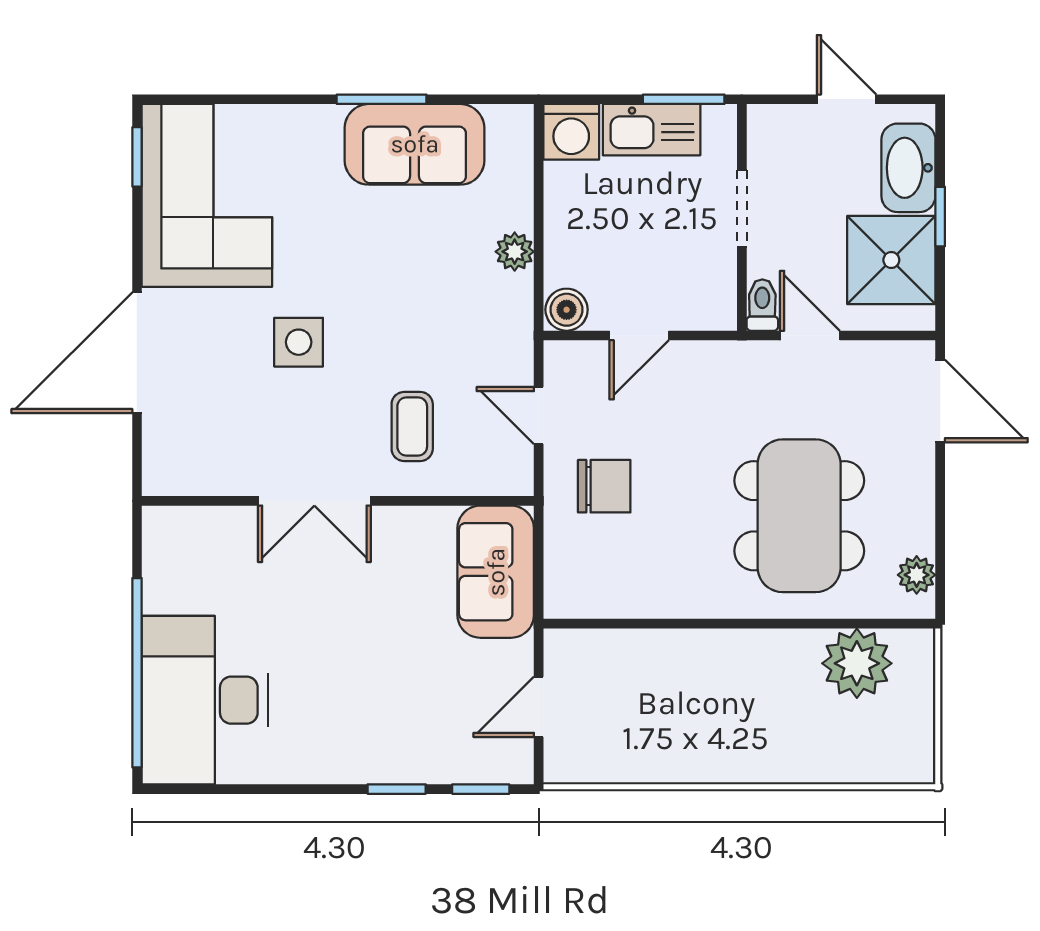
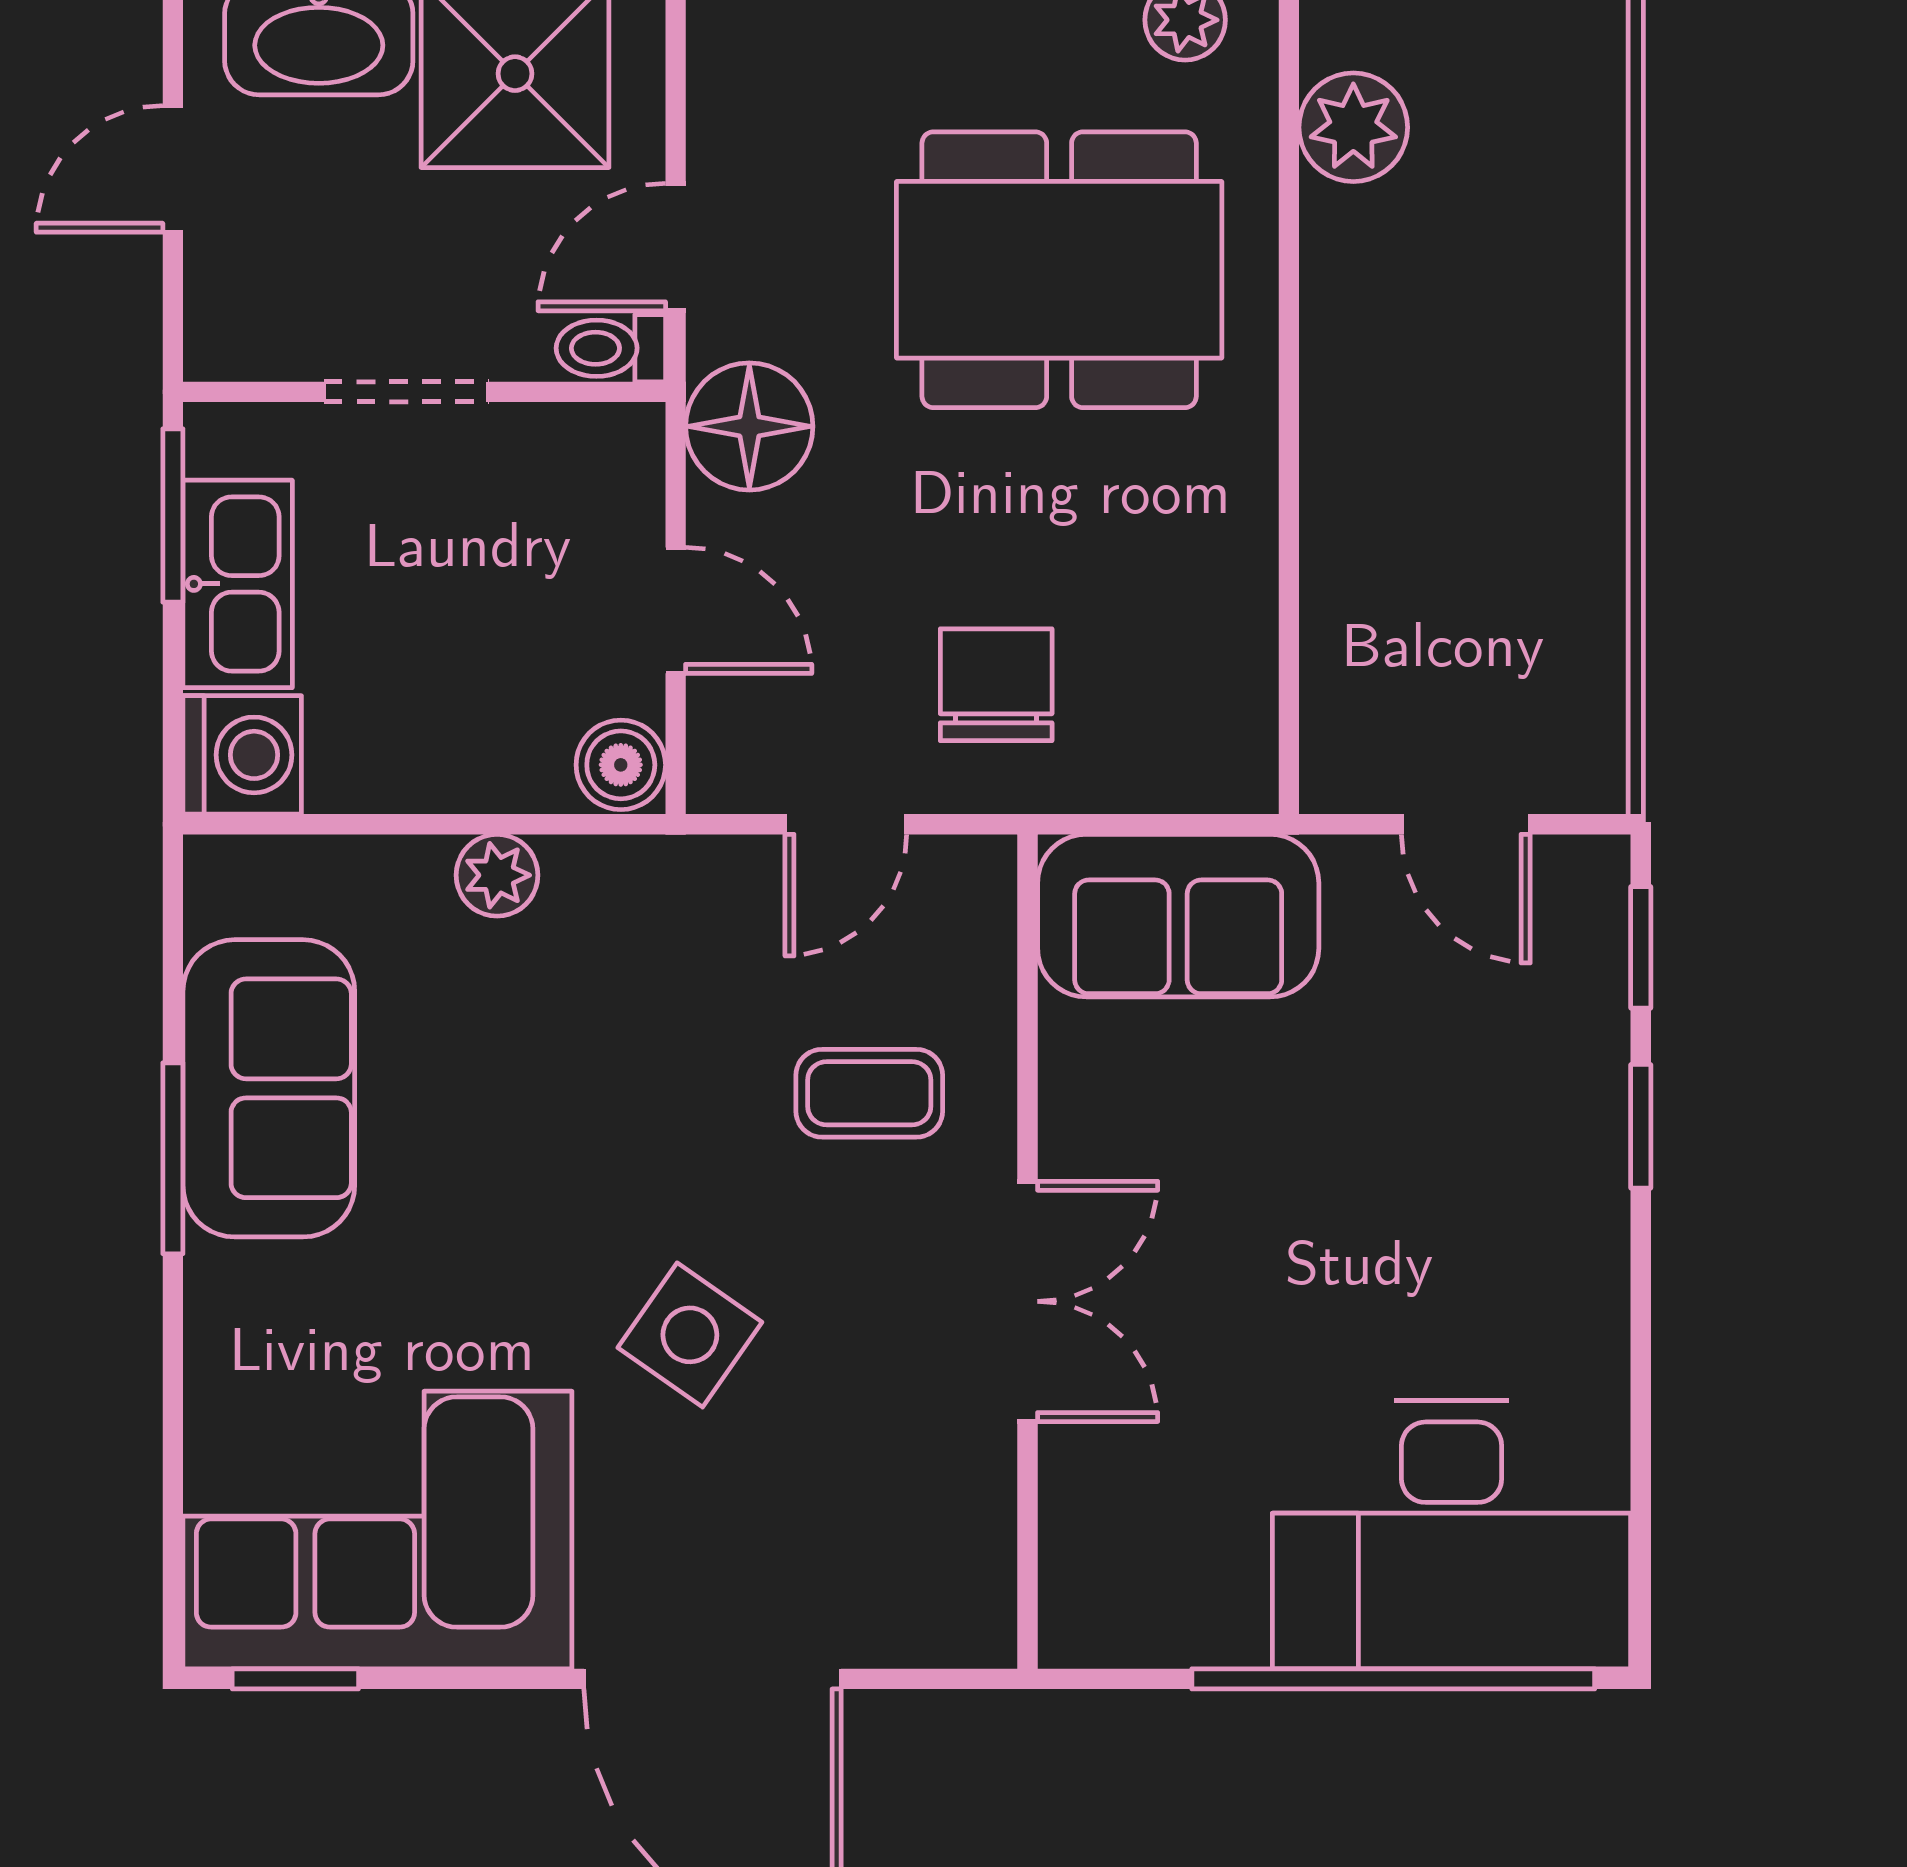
side table: (299, 342) -> (690, 1335), turned 35
floor lamp: (726, 370) -> (749, 426), added
plant: (857, 663) -> (1353, 127), width x0.73, depth x0.73

